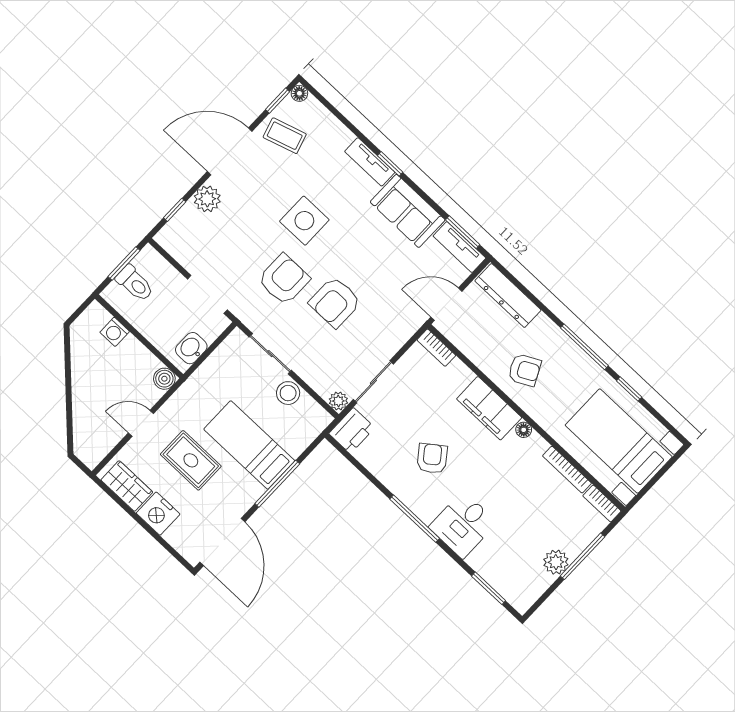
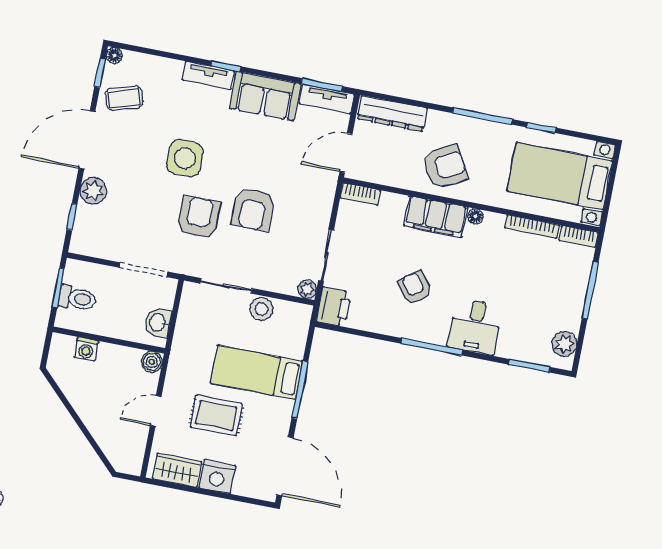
armchair: (525, 370) -> (445, 166), width x1.38, depth x1.38
plant: (556, 562) -> (564, 344), moved

